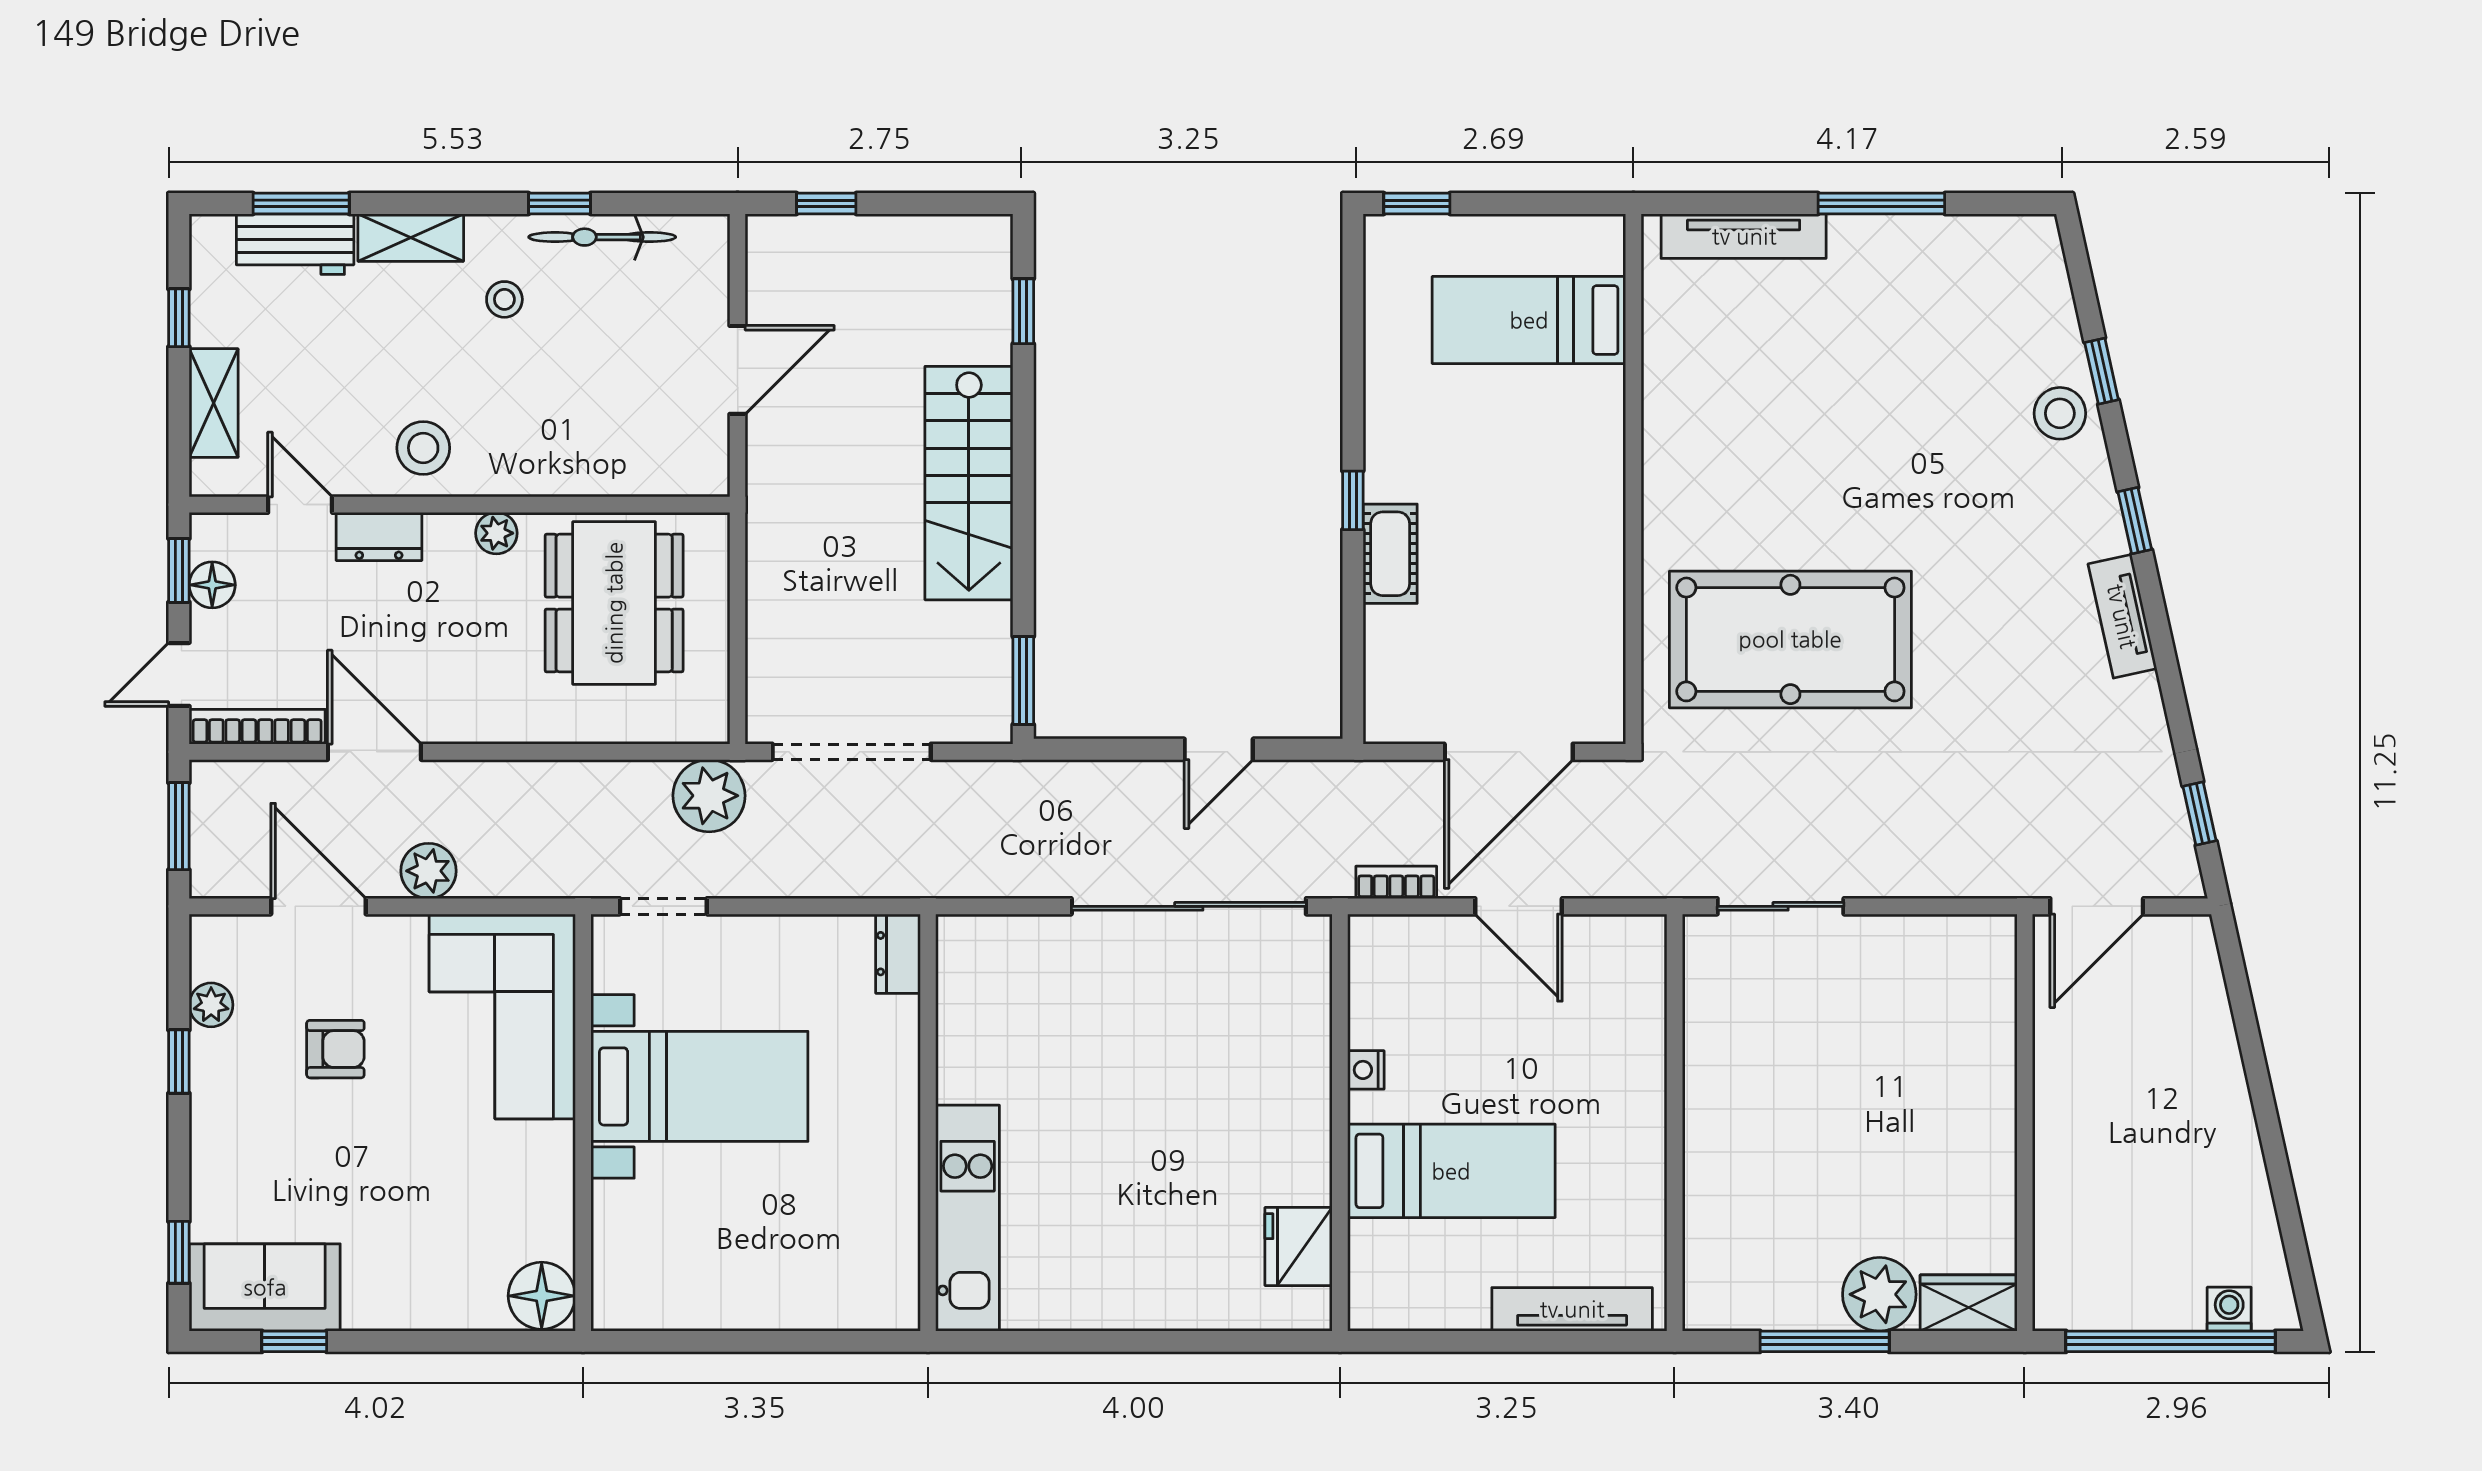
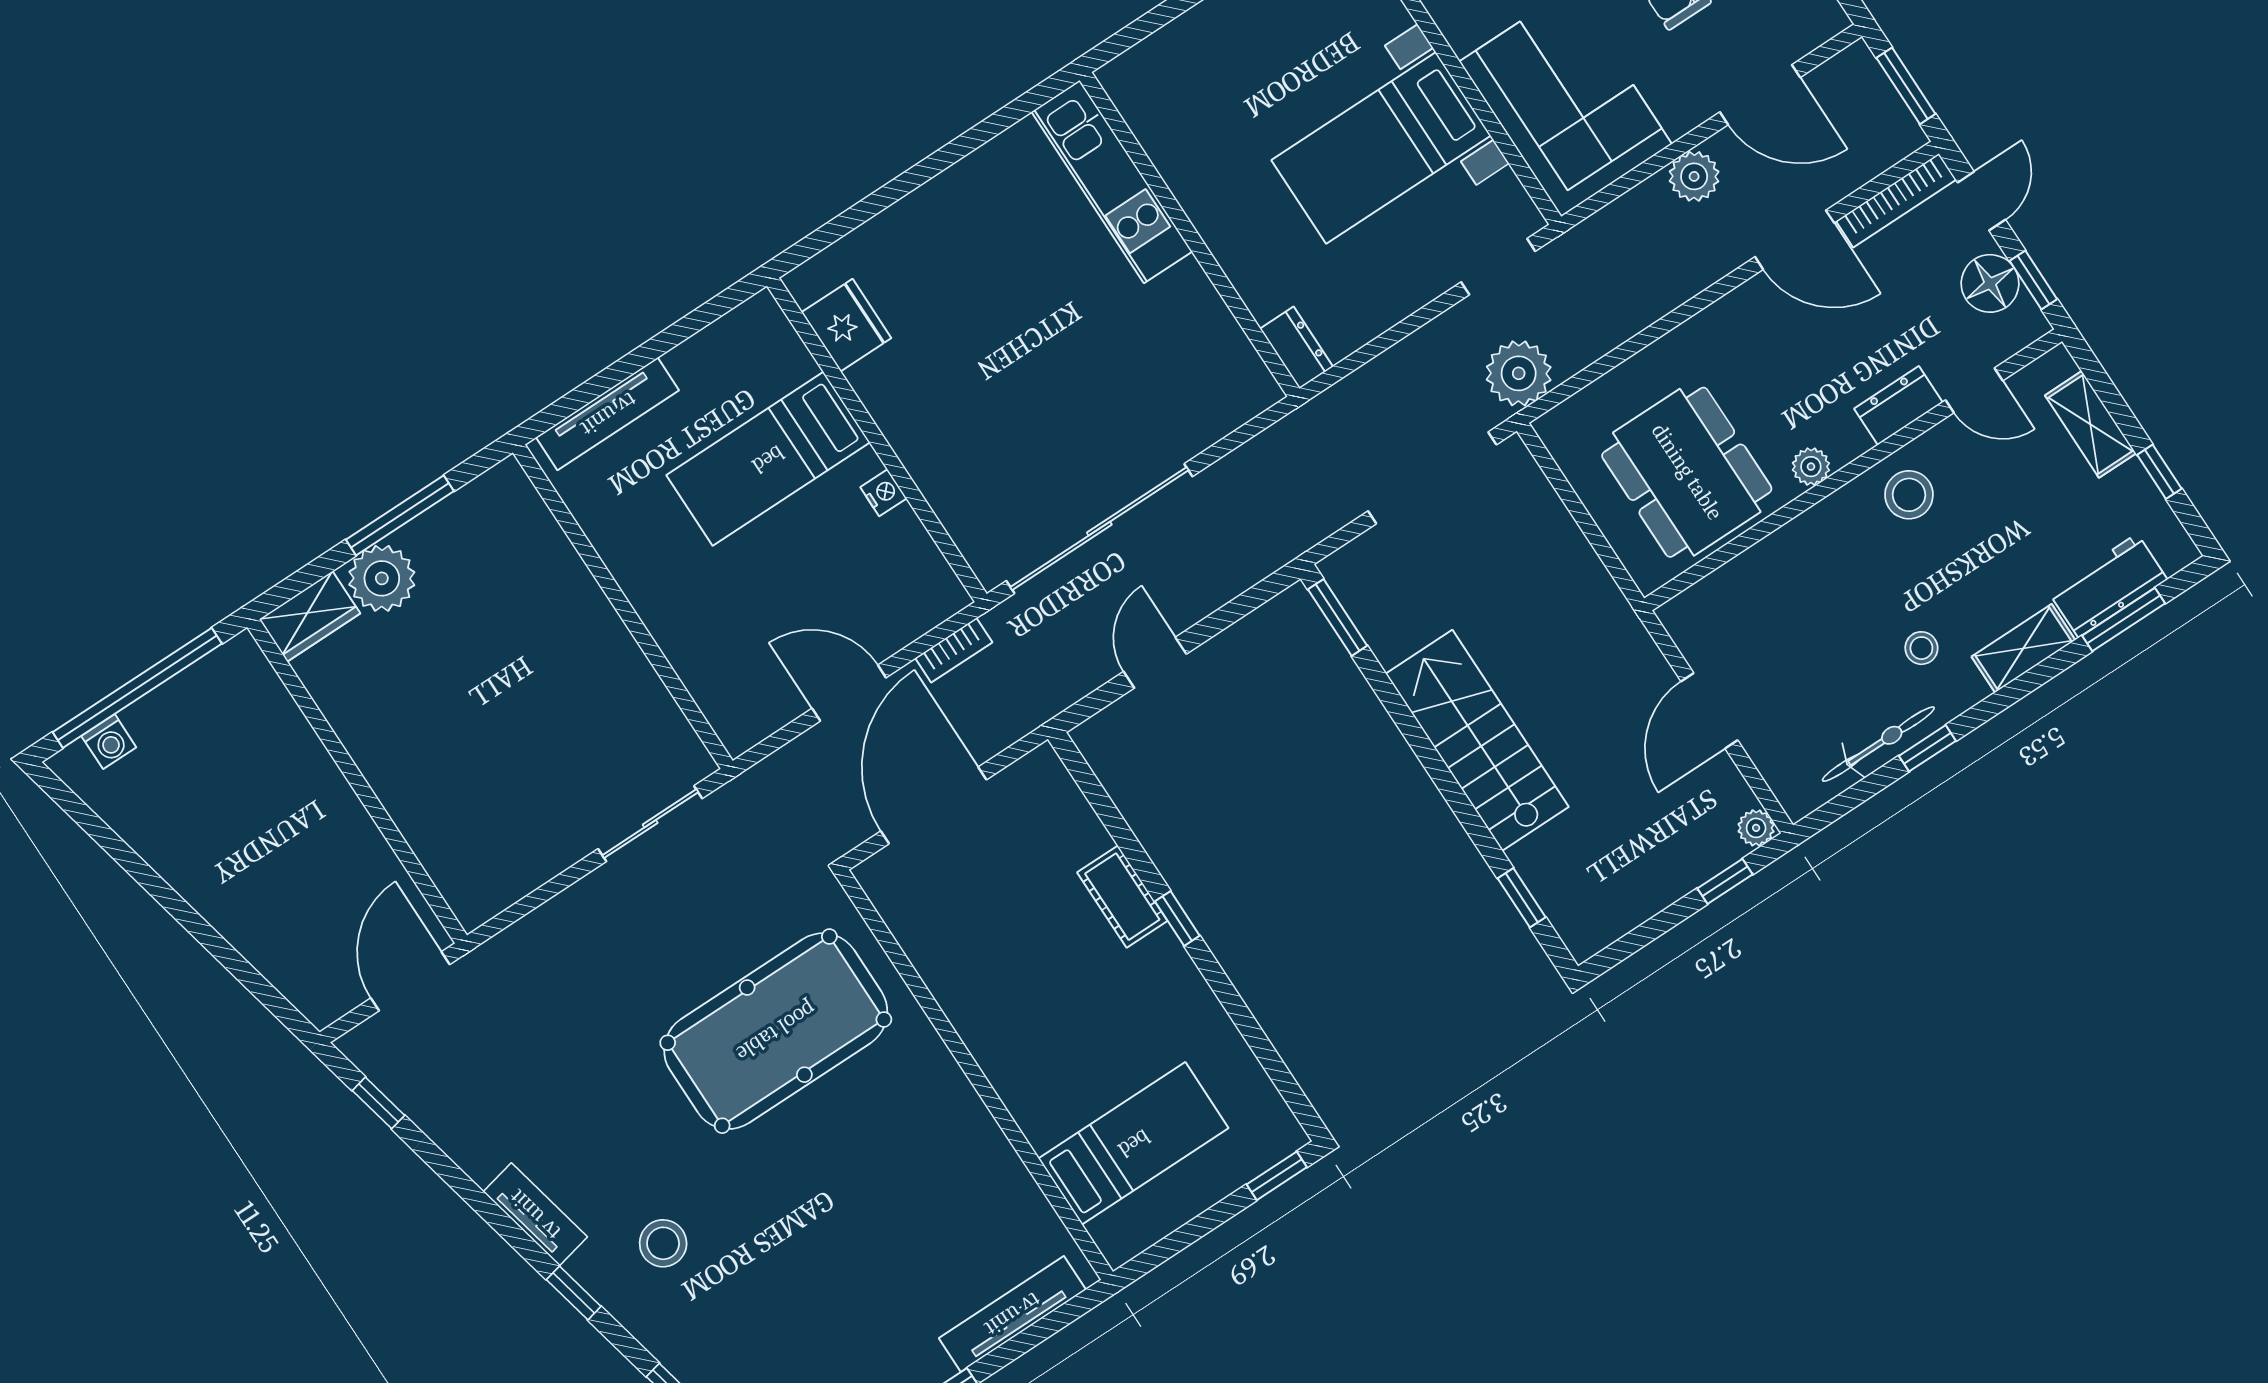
plant: (765, 234) -> (1756, 828), added
stool: (2060, 413) -> (663, 1243), moved
floor lamp: (212, 585) -> (1990, 283), width x1.38, depth x1.38

